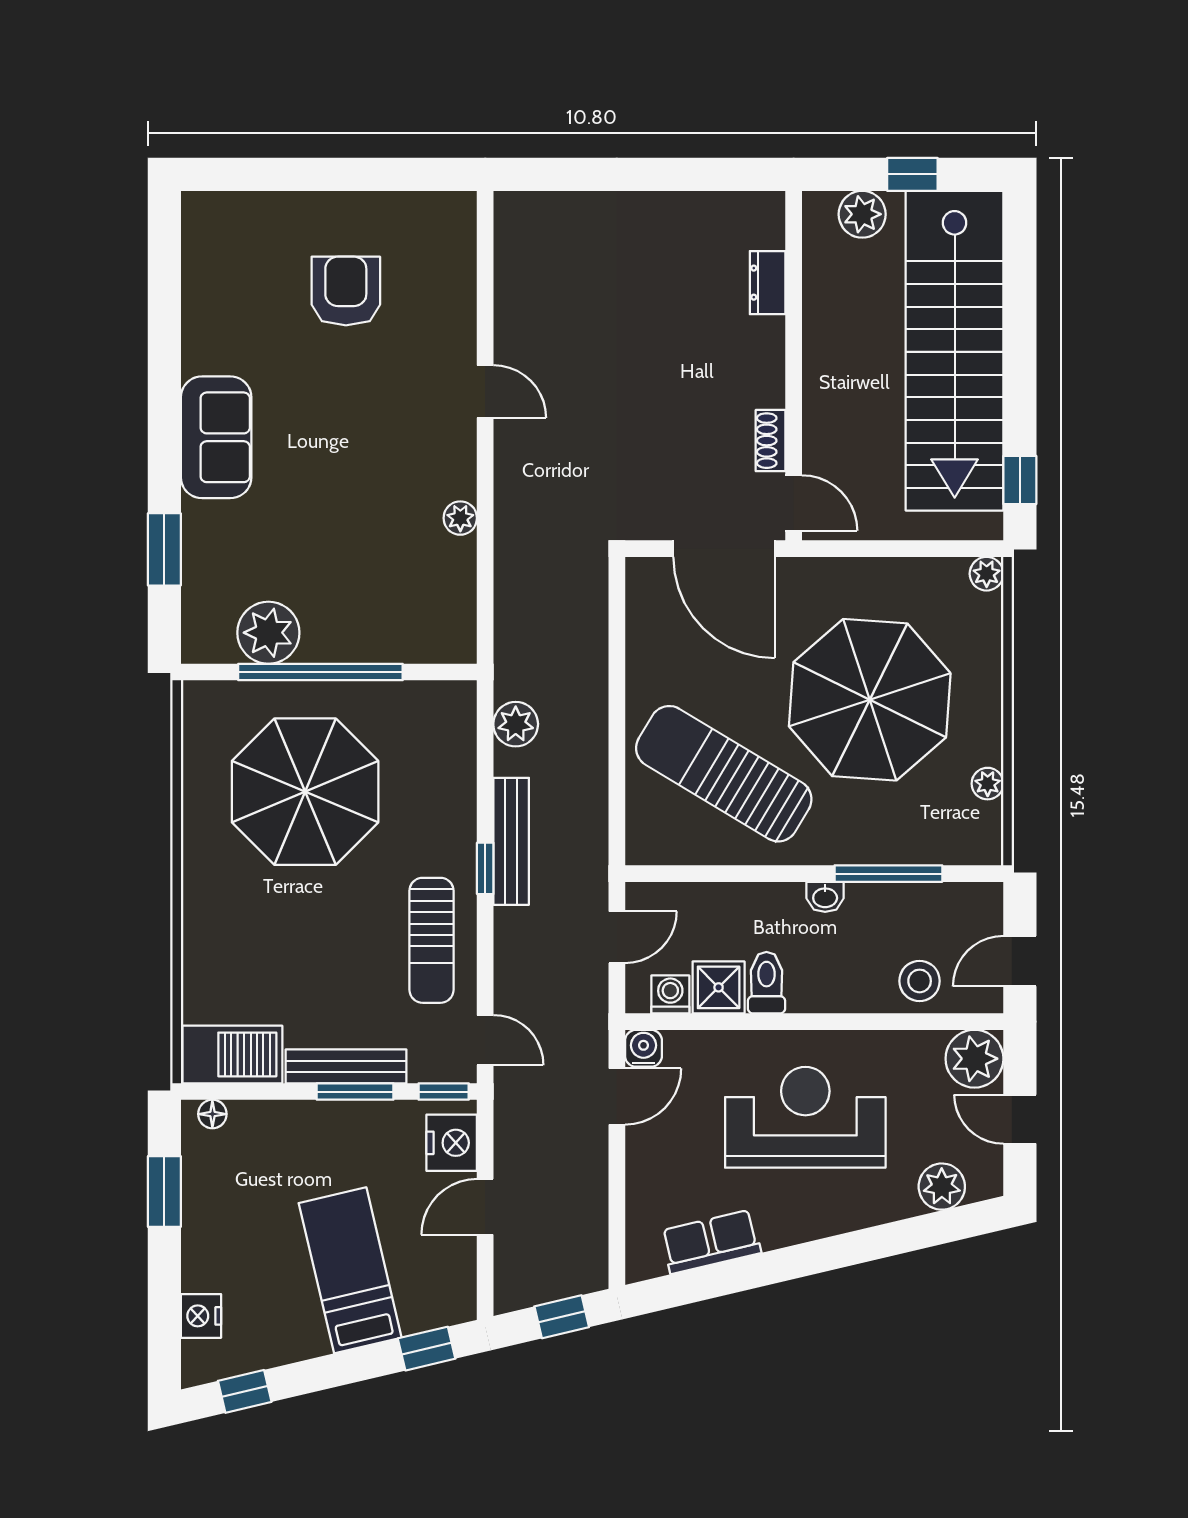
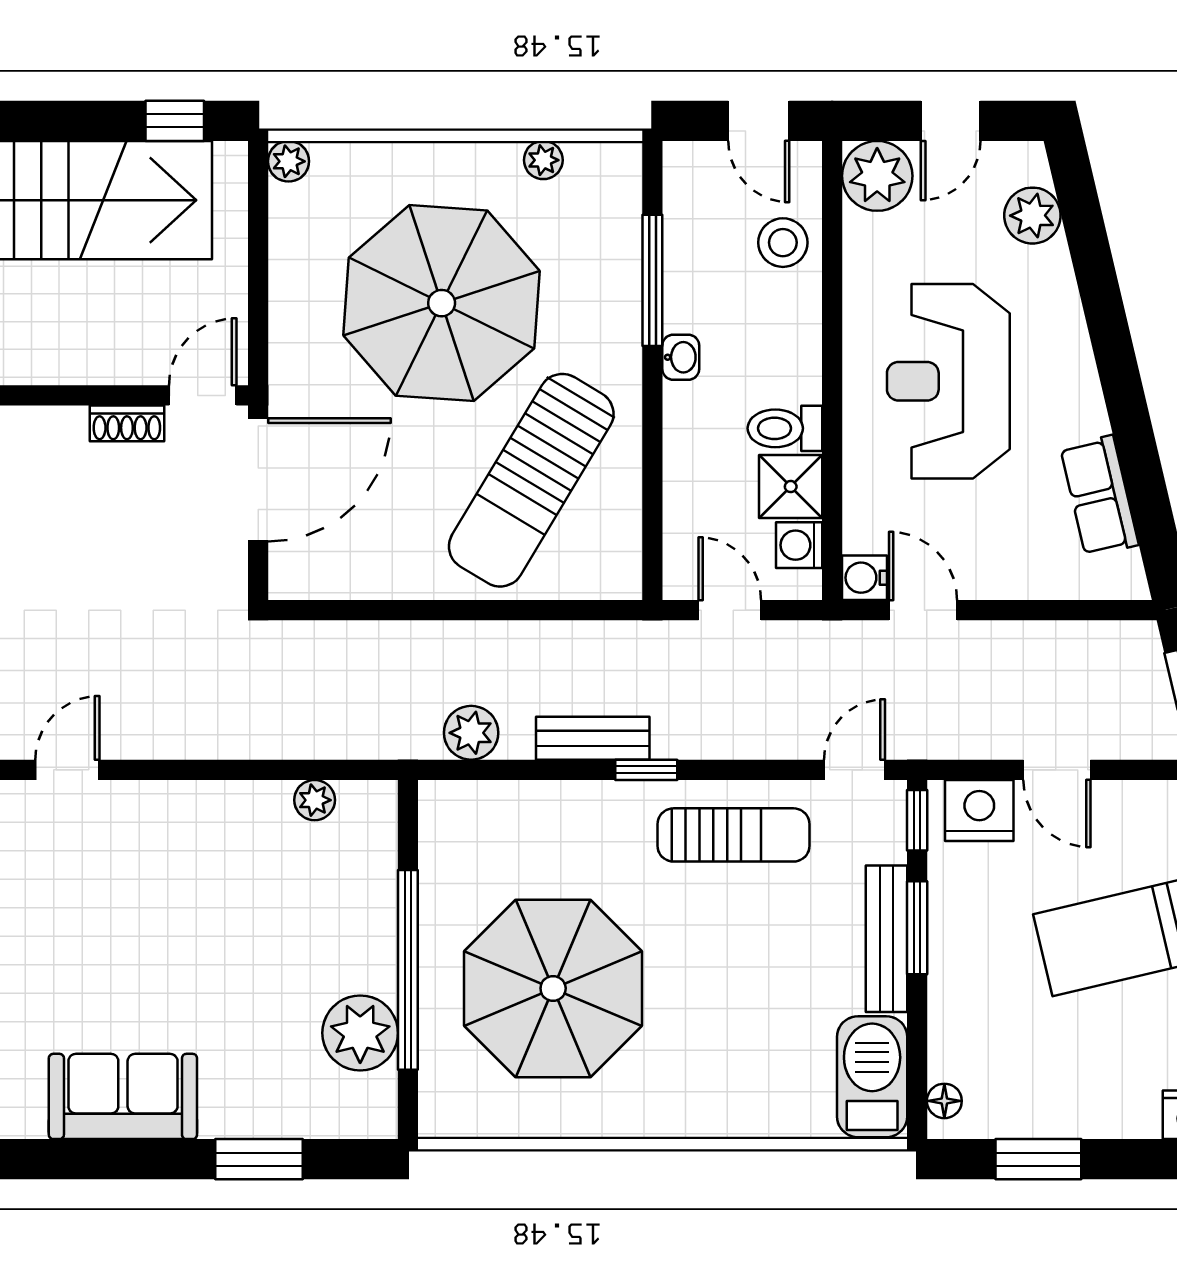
plant: (460, 518) -> (315, 800), moved
bench: (511, 841) -> (593, 738), width x0.73

